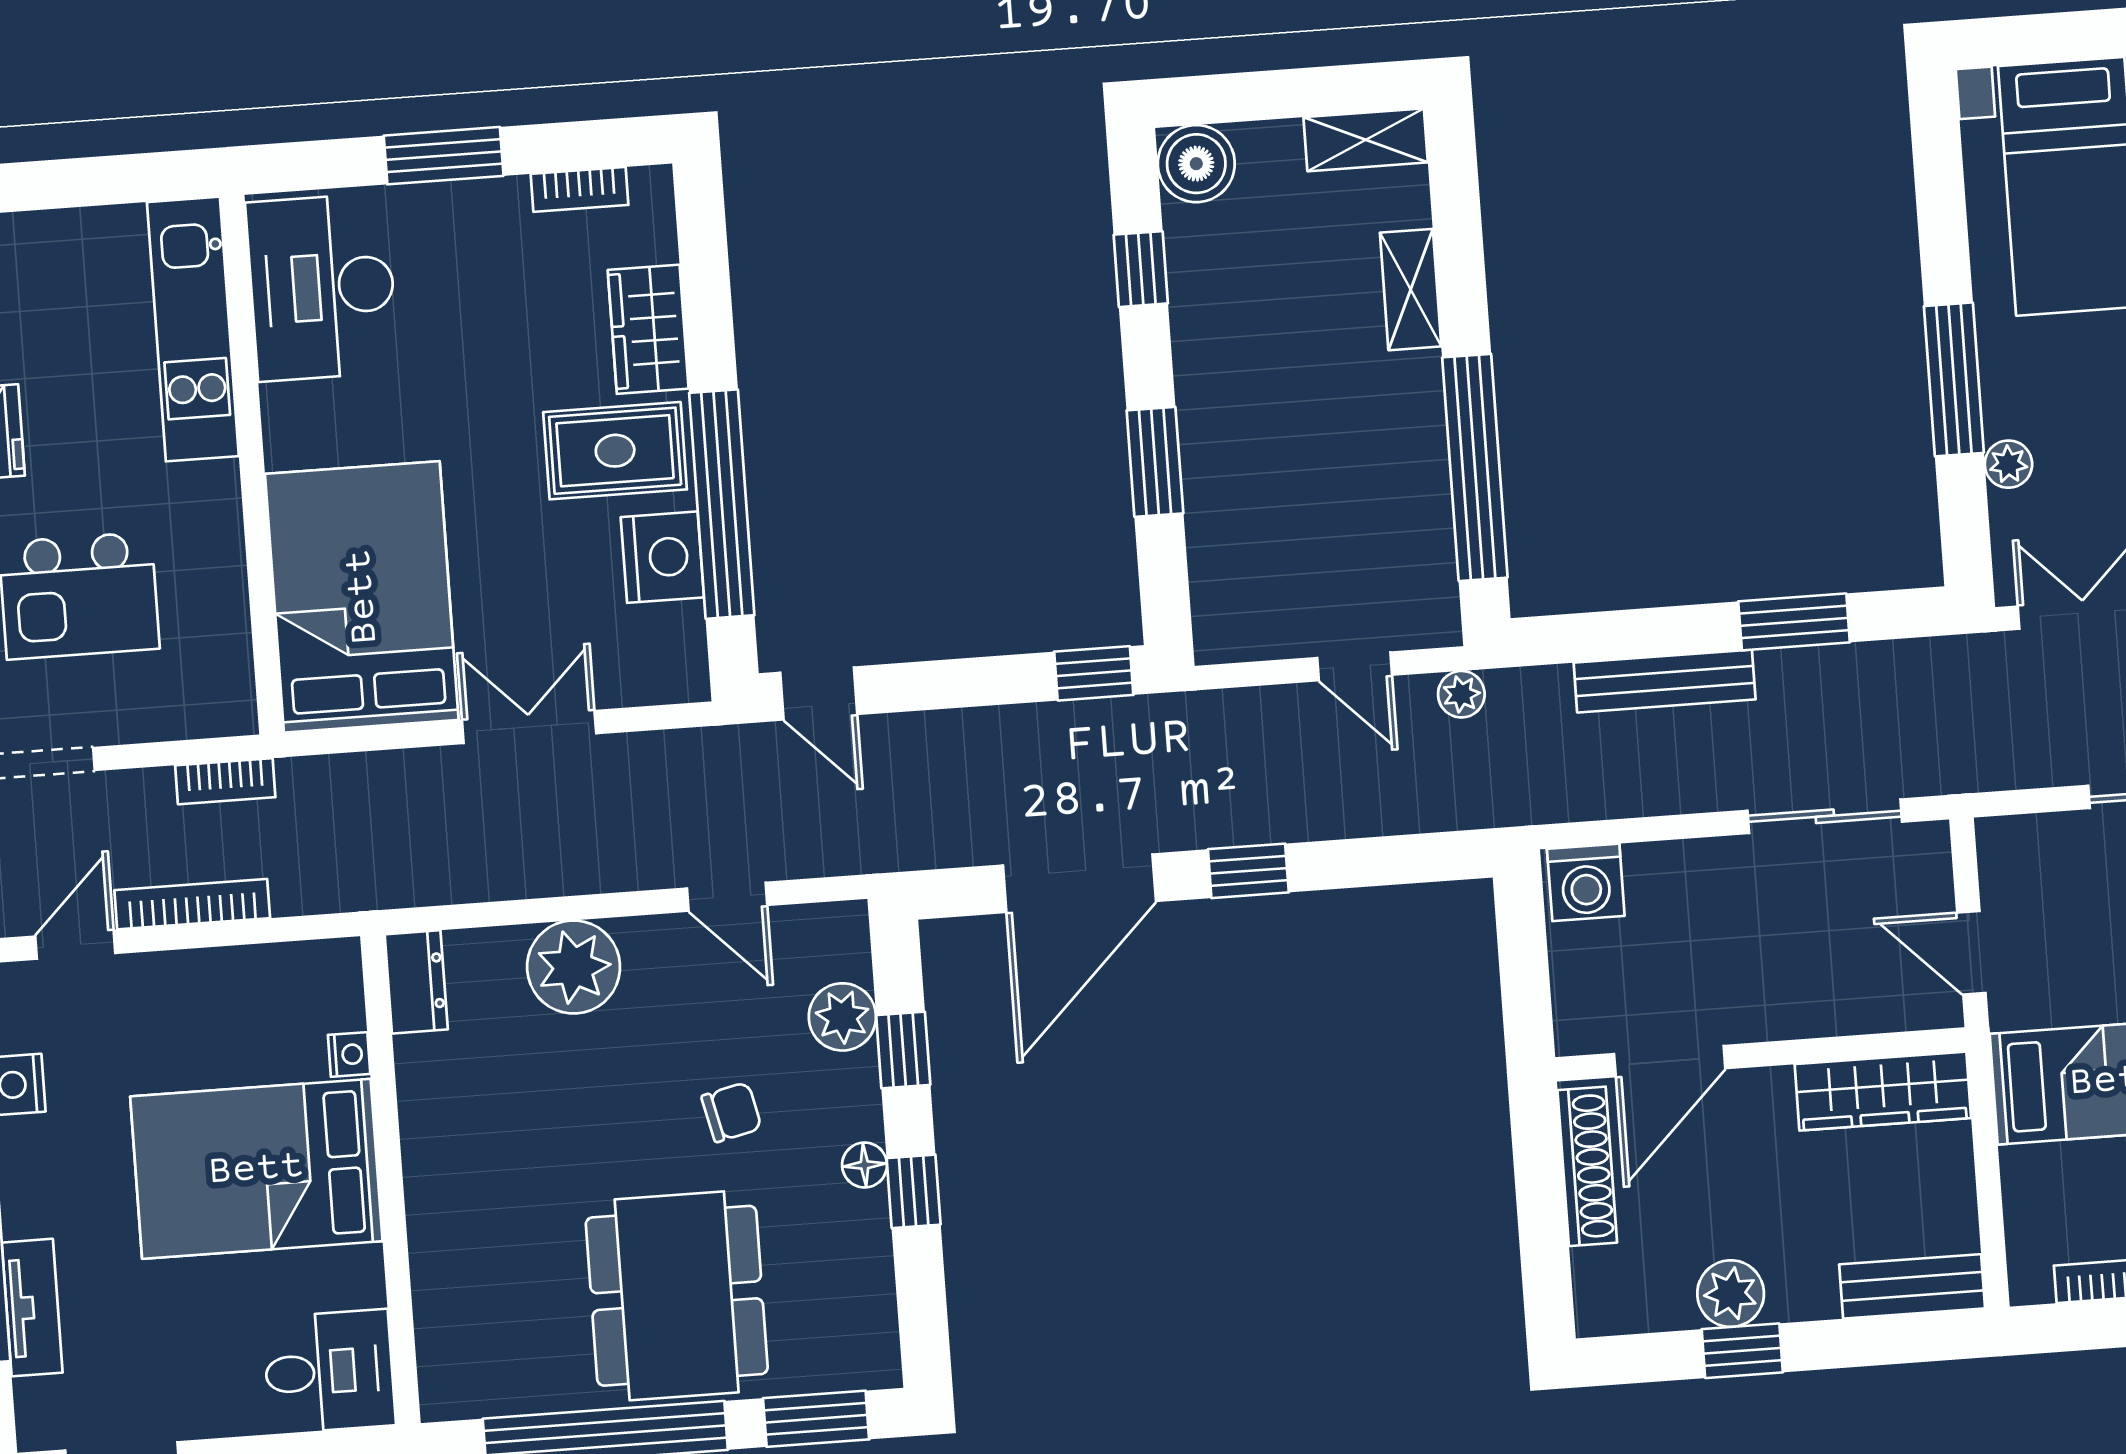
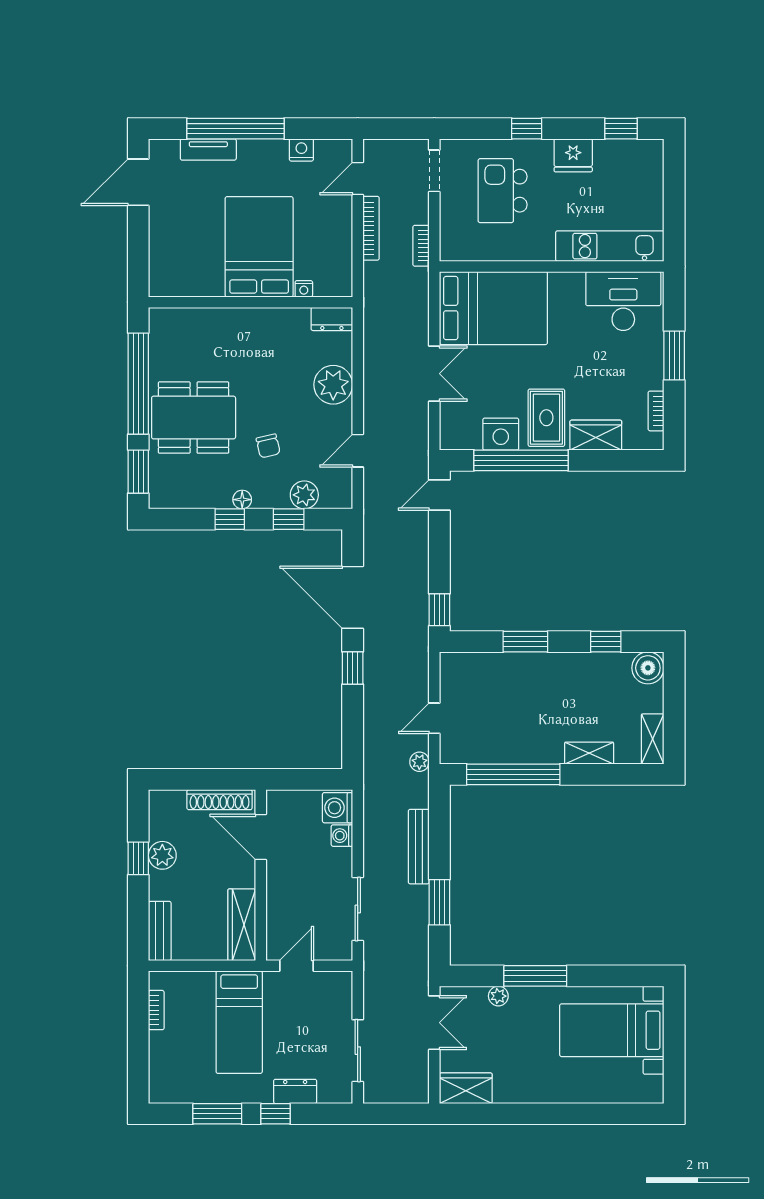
washing machine: (1652, 867) -> (342, 836), added
door: (75, 945) -> (358, 178), swing flipped
desk: (329, 1371) -> (173, 271), removed

